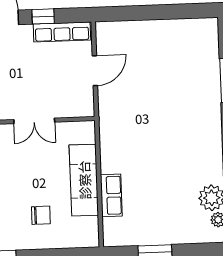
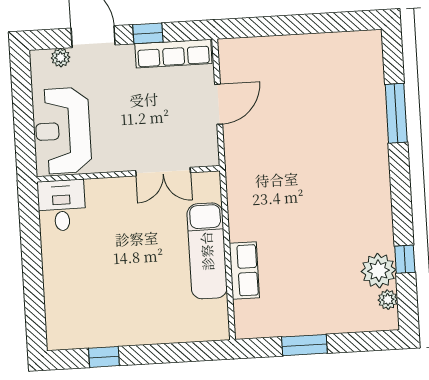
double door: (34, 121) -> (163, 172), moved
chair: (41, 215) -> (151, 299), removed

